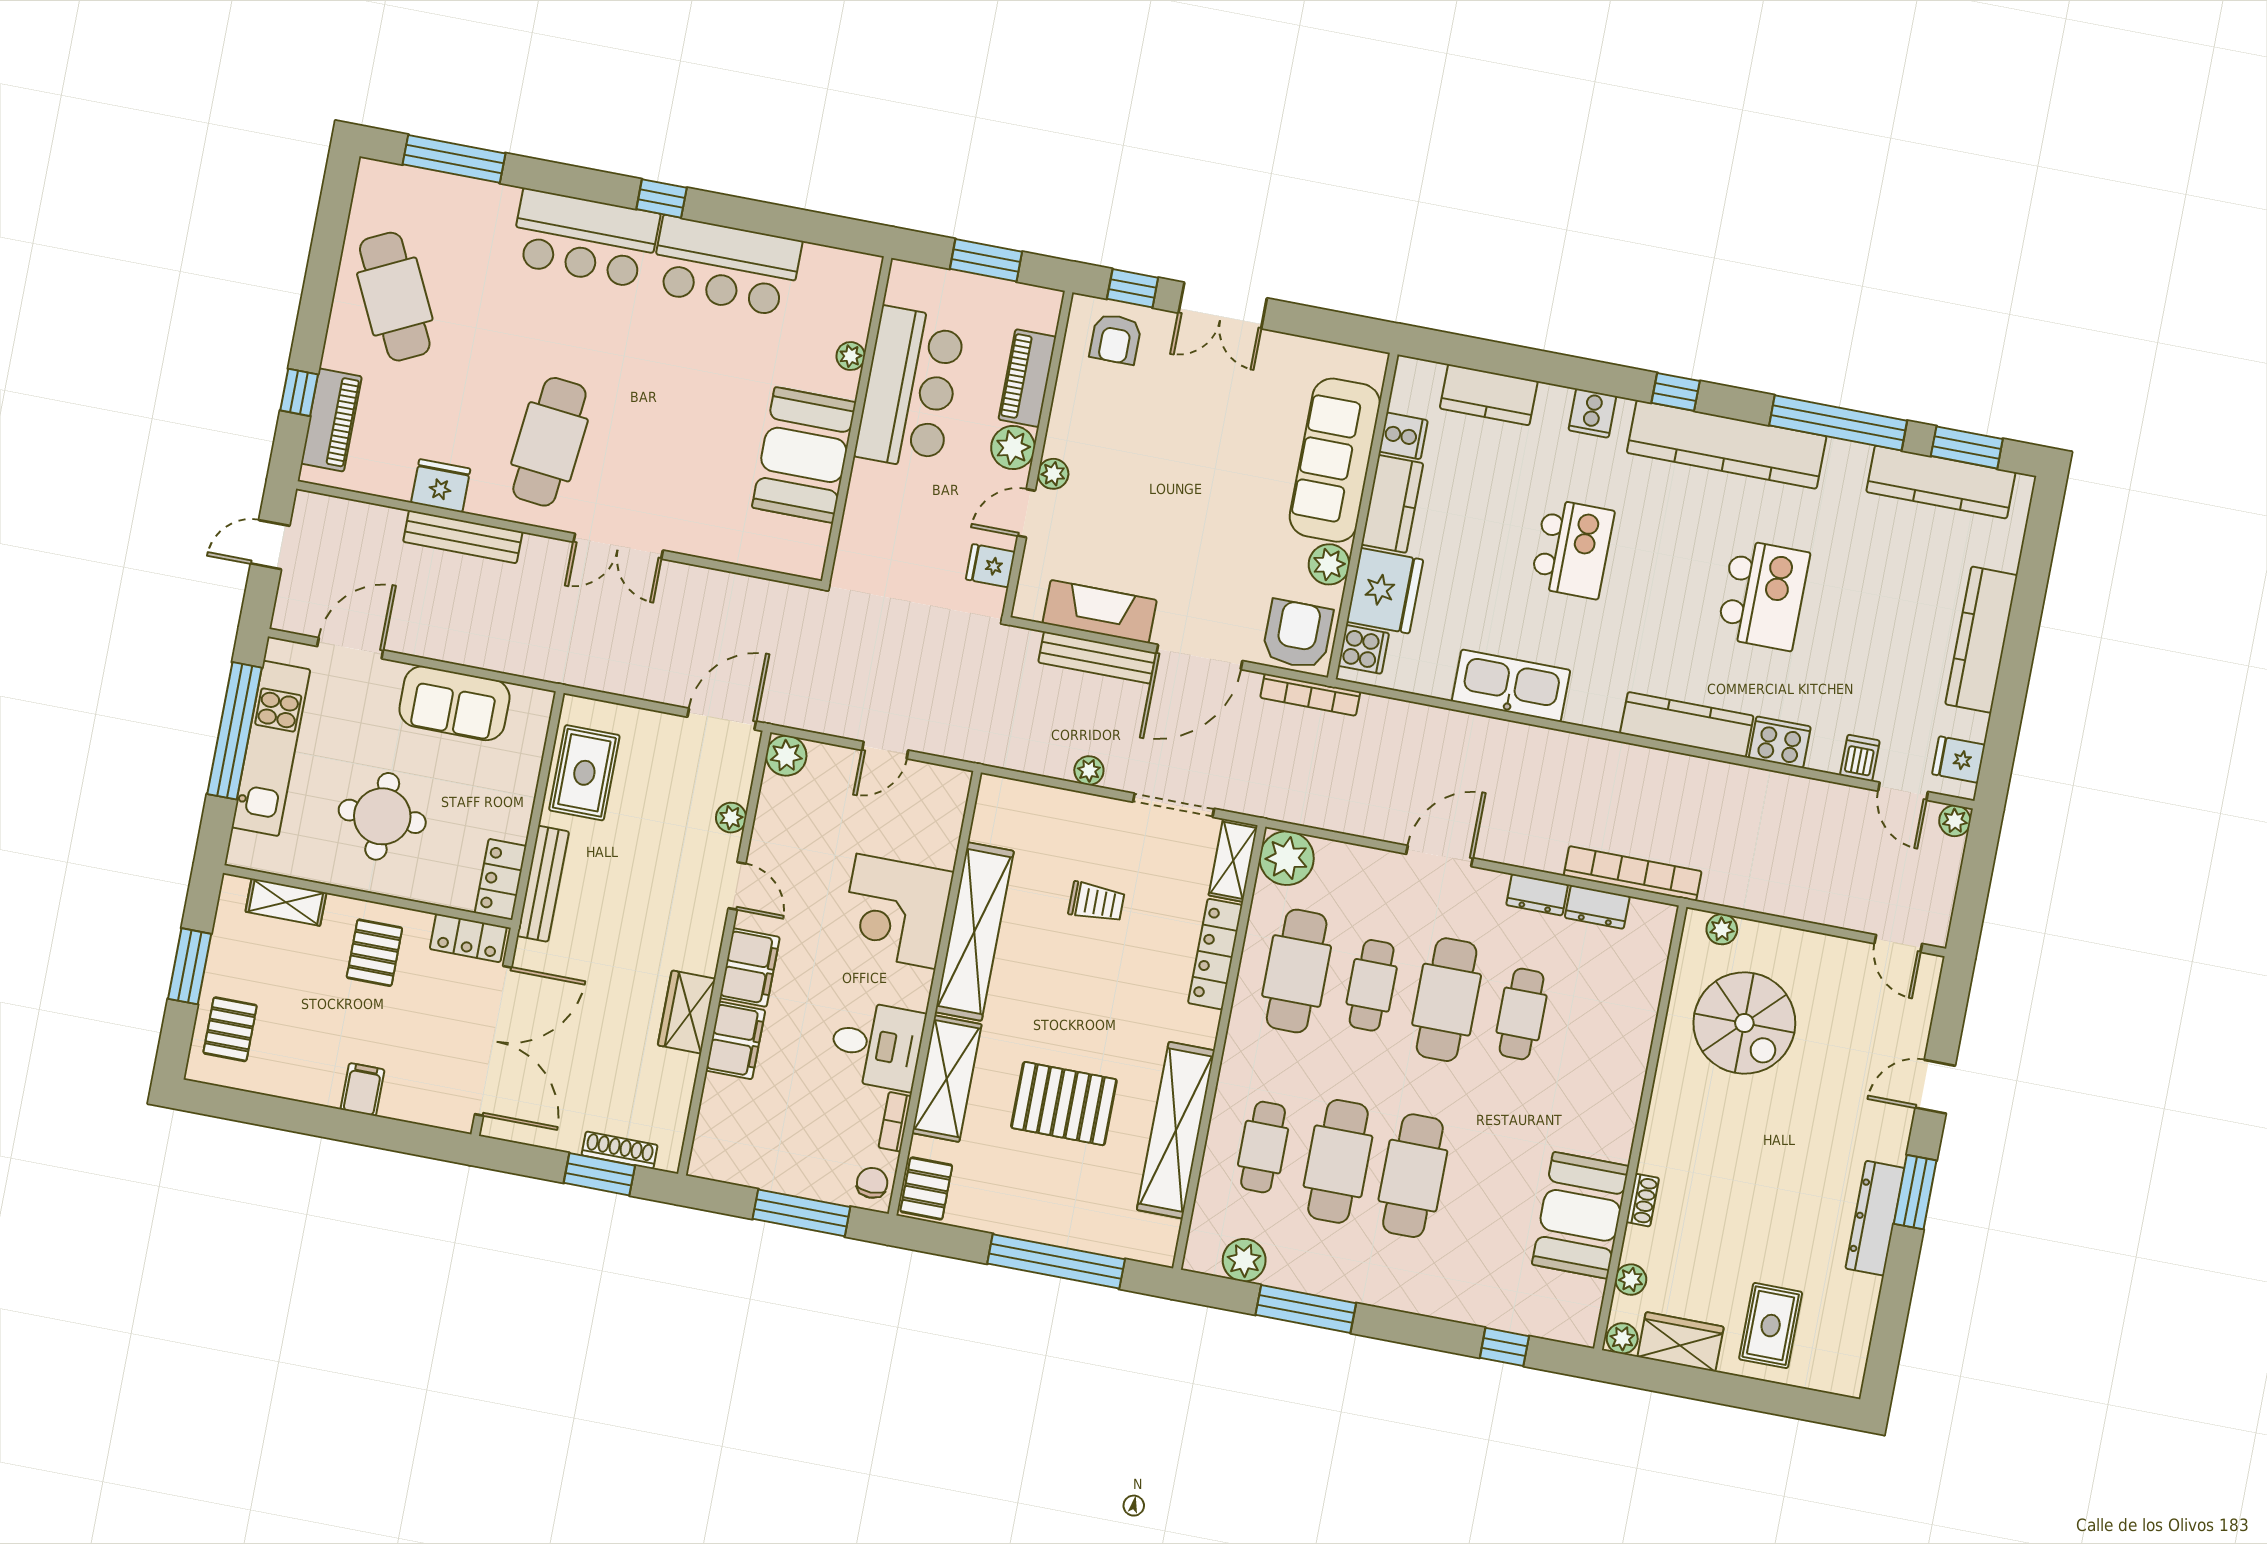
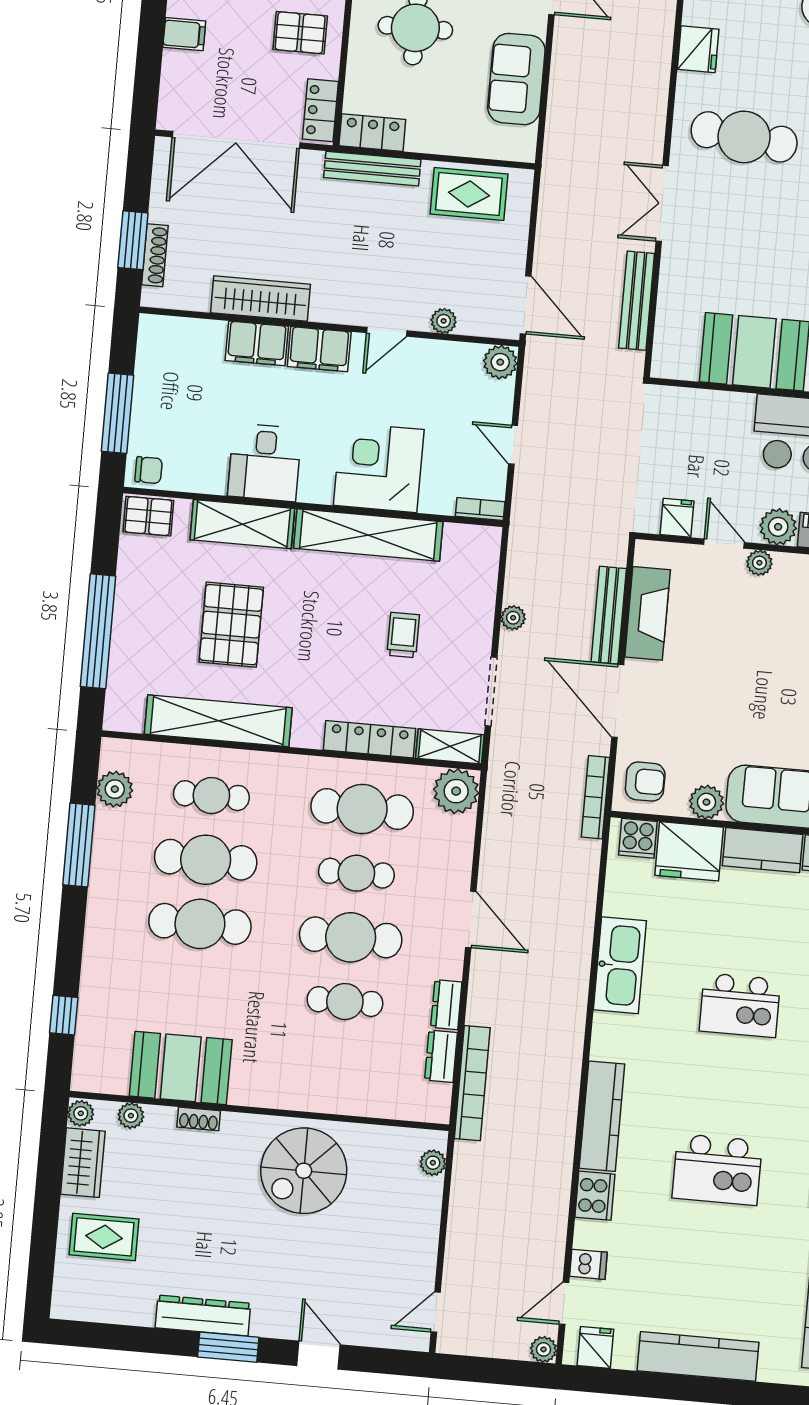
bench: (463, 537) -> (637, 301), moved
armchair: (1298, 634) -> (645, 782), width x0.72, depth x0.72
trolley: (1096, 902) -> (403, 635), turned 180
wardrobe: (687, 1012) -> (260, 298), width x1.50
spiral stairs: (1744, 1023) -> (304, 1171), moved
bookcase: (895, 1122) -> (480, 509), moved

